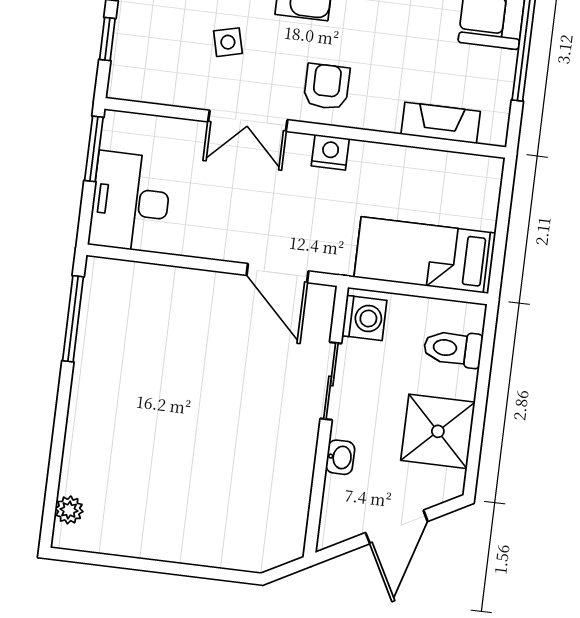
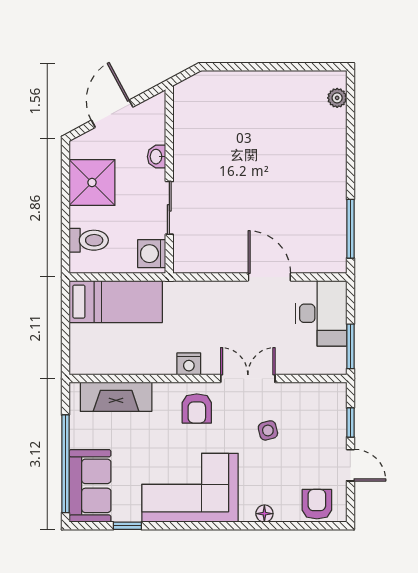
fireplace: (441, 123) -> (116, 397), width x1.37, depth x1.32
door: (278, 273) -> (269, 277), moved

